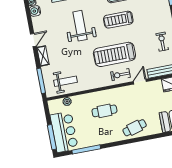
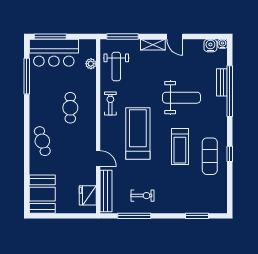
treadmill: (118, 20) -> (180, 146), turned 180
exercise bike: (120, 75) -> (110, 104), moved

